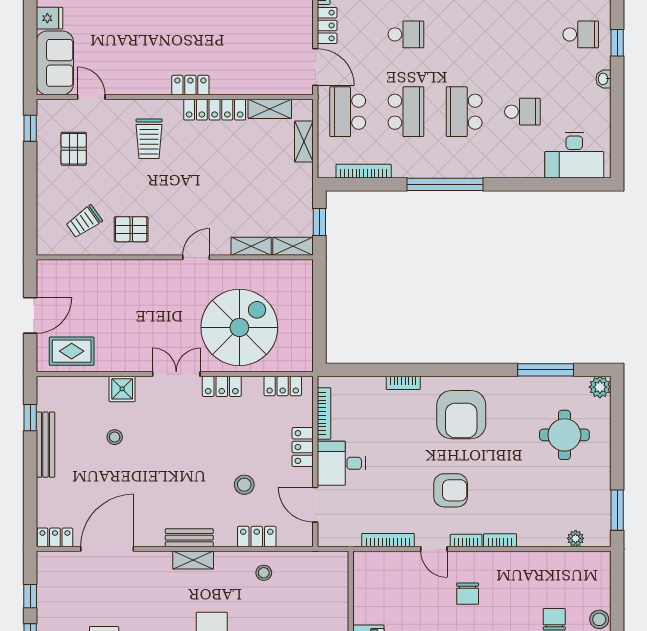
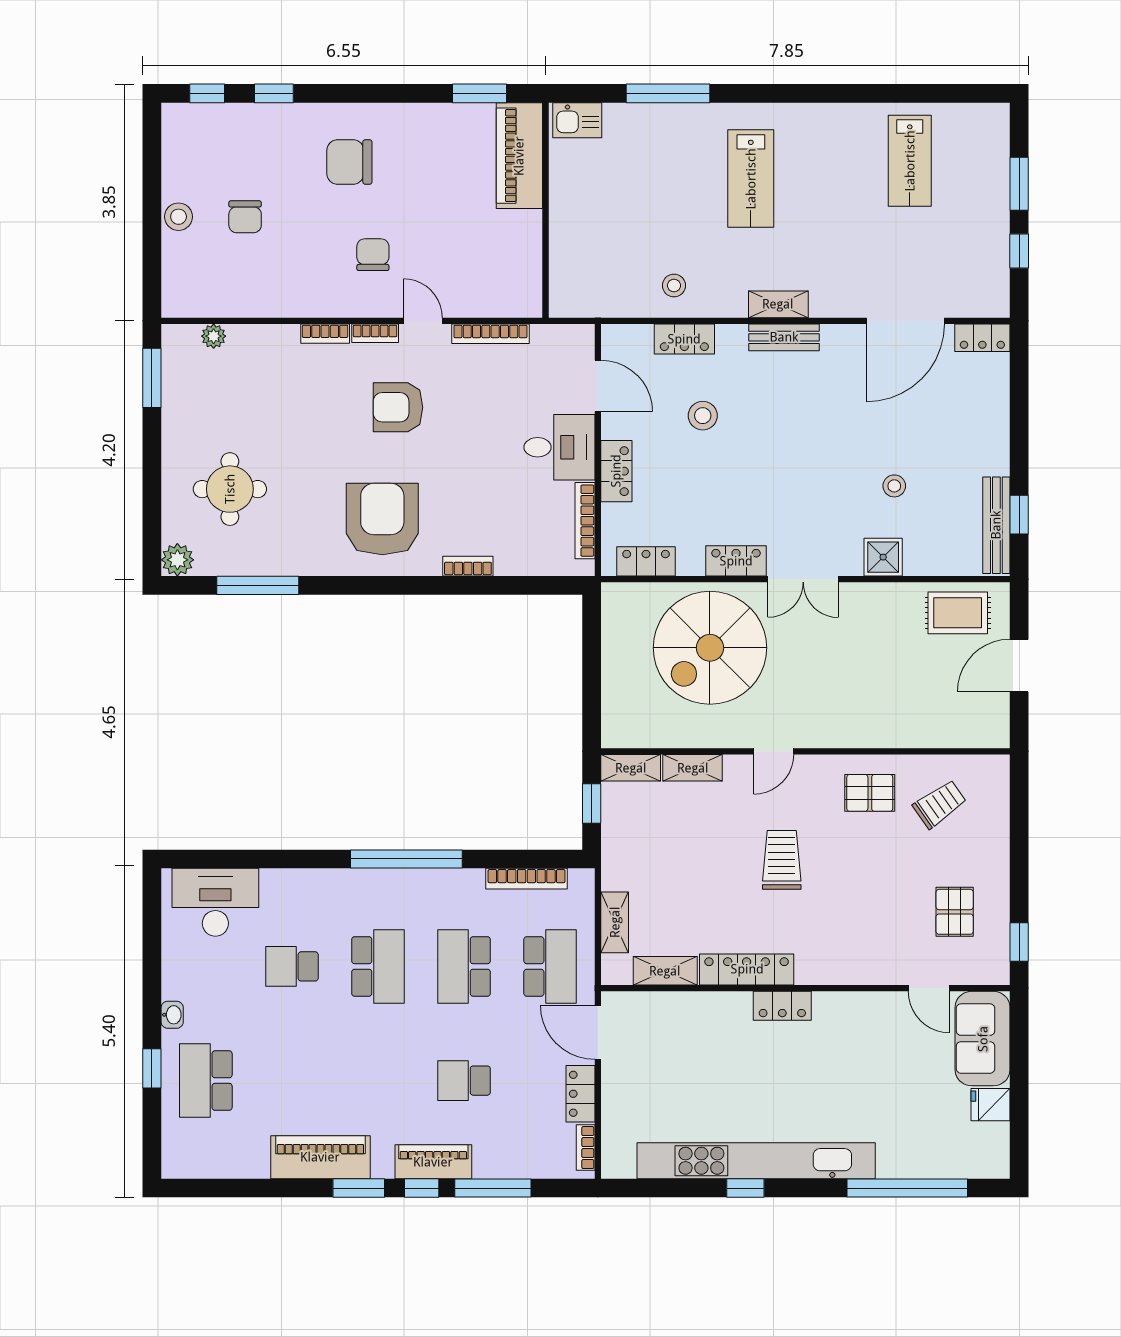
school desk: (581, 34) -> (206, 1081), width x1.85
trolley: (149, 139) -> (782, 860), moved
bench: (45, 445) -> (996, 525), moved

